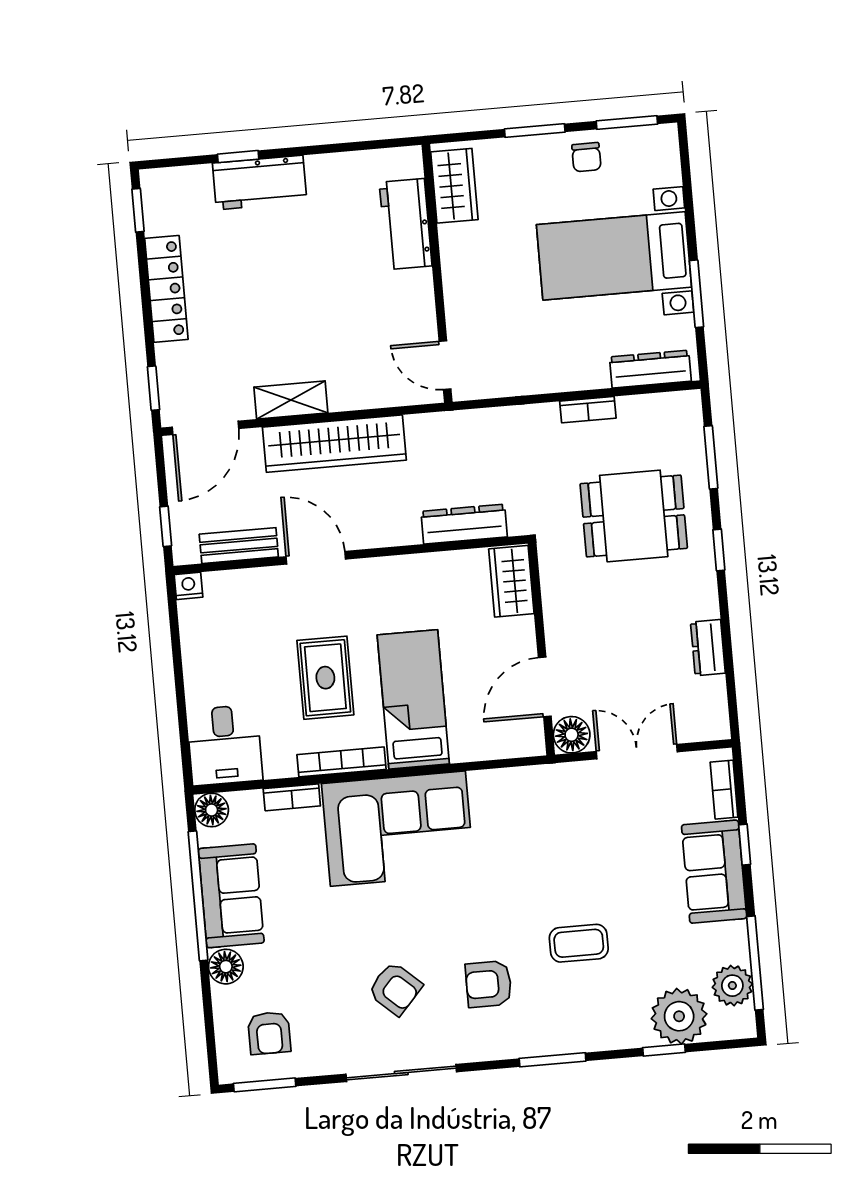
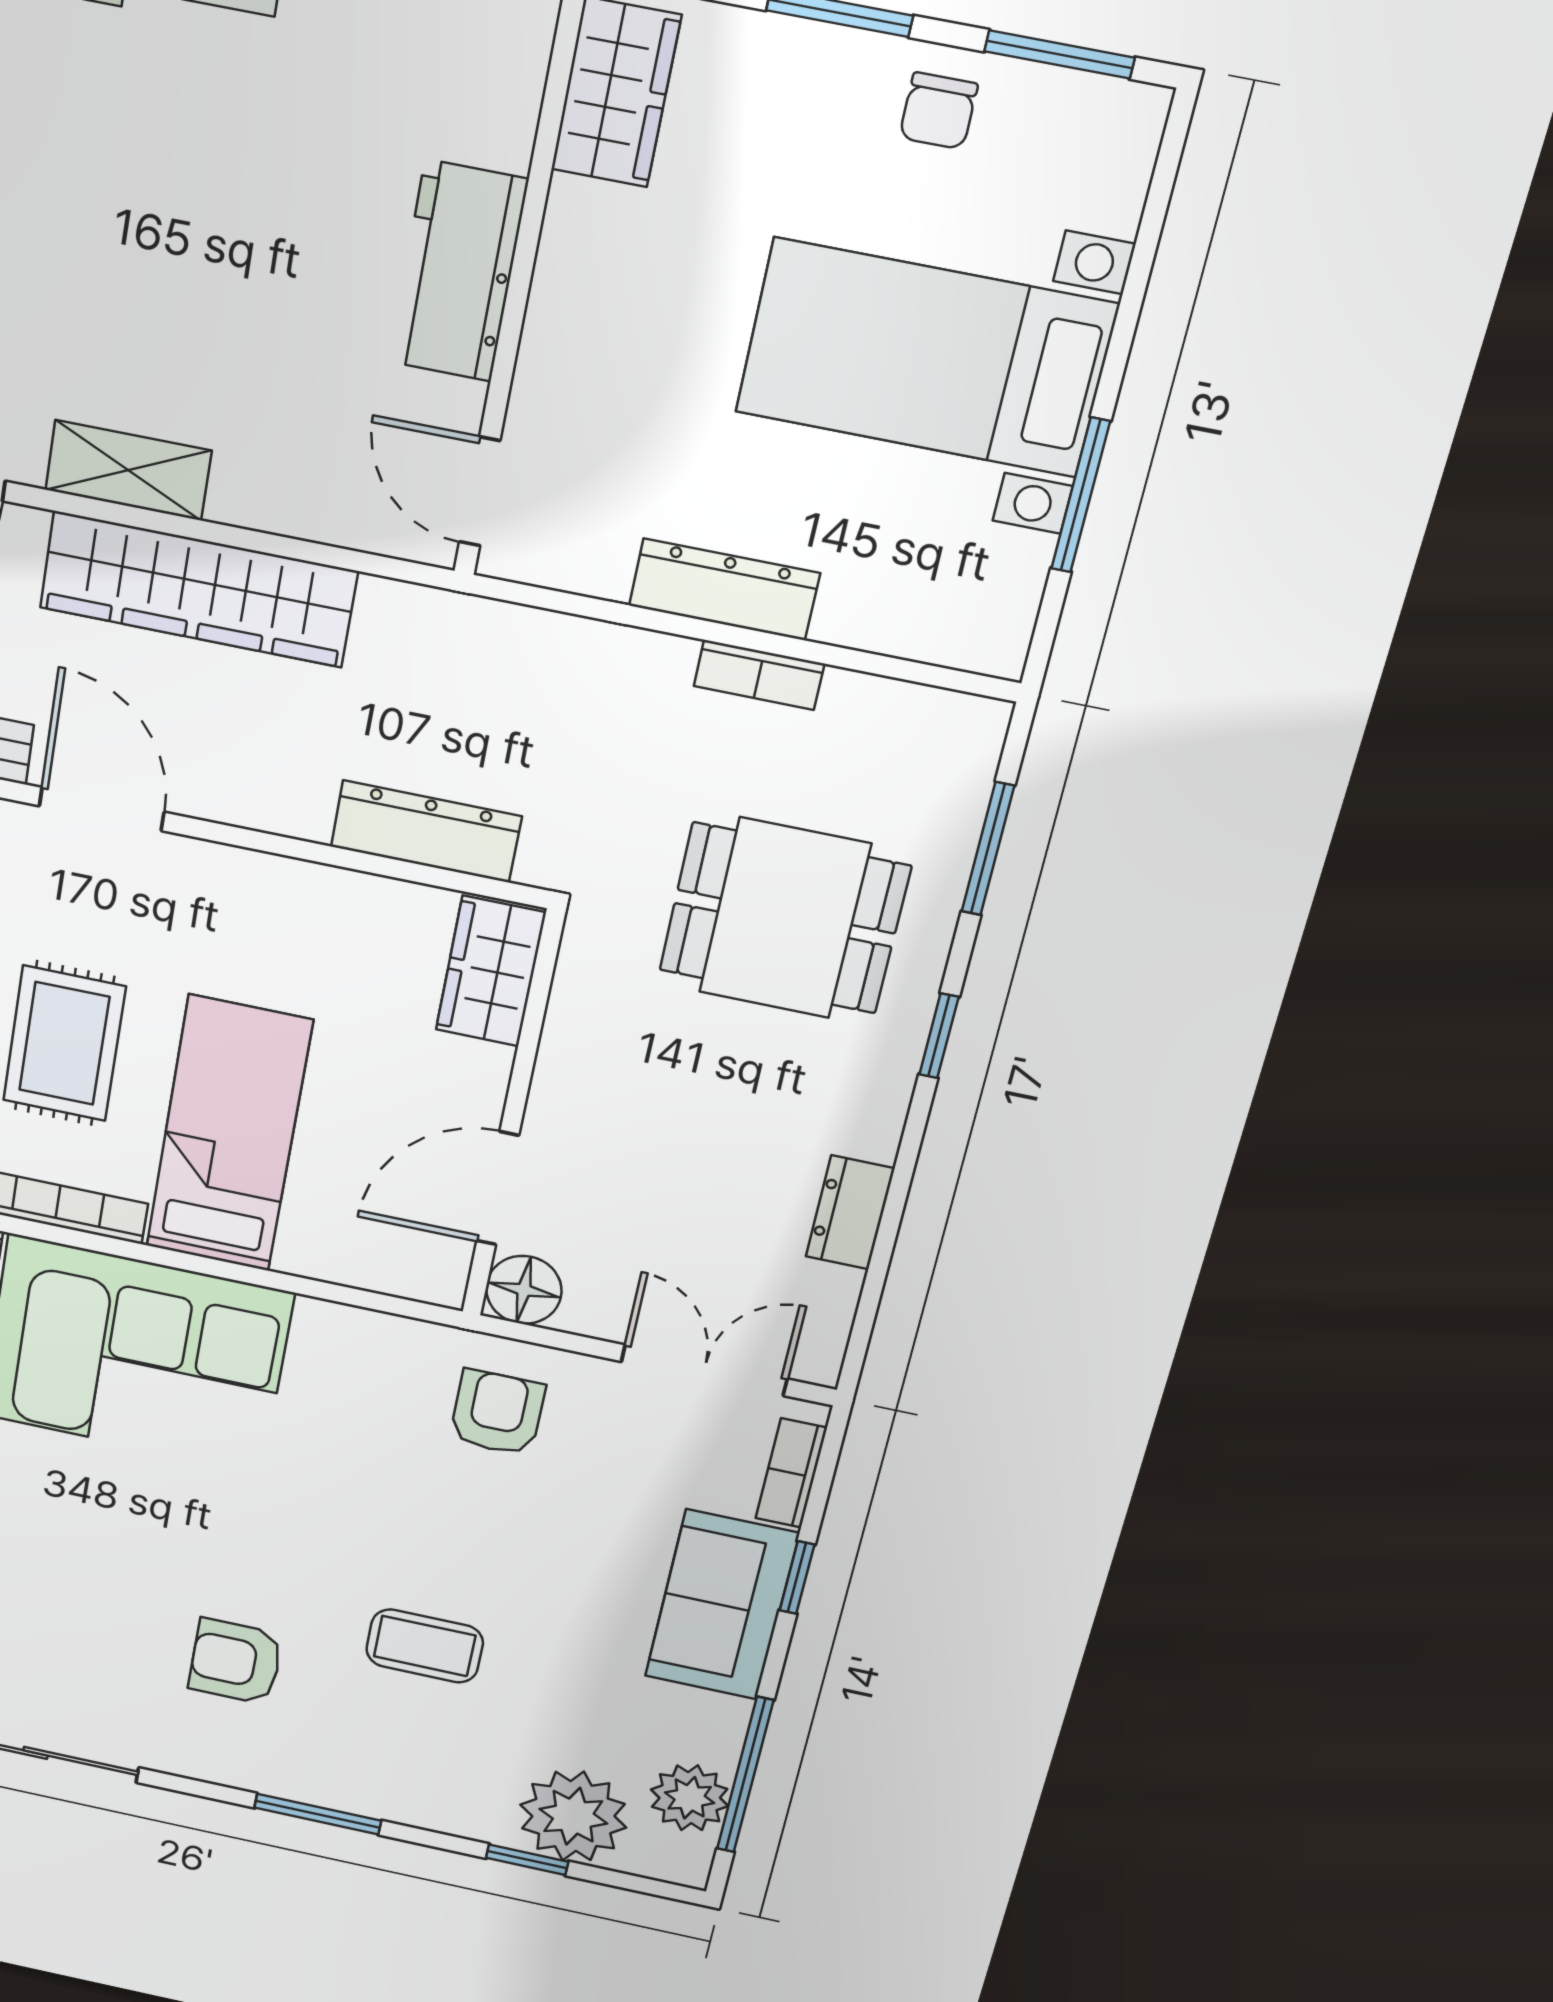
workbench: (406, 224) -> (458, 271), moved
dresser: (650, 369) -> (724, 589), moved
double door: (637, 752) -> (704, 1370), moved
armchair: (395, 989) -> (497, 1413), moved, turned -132

